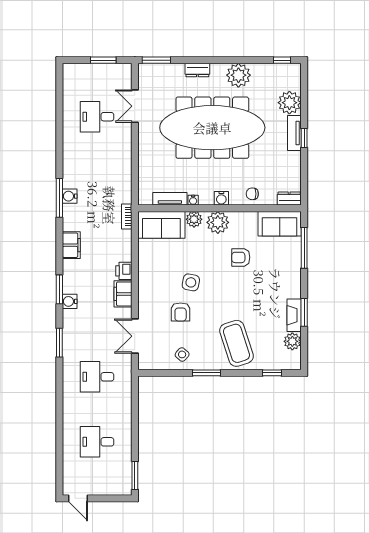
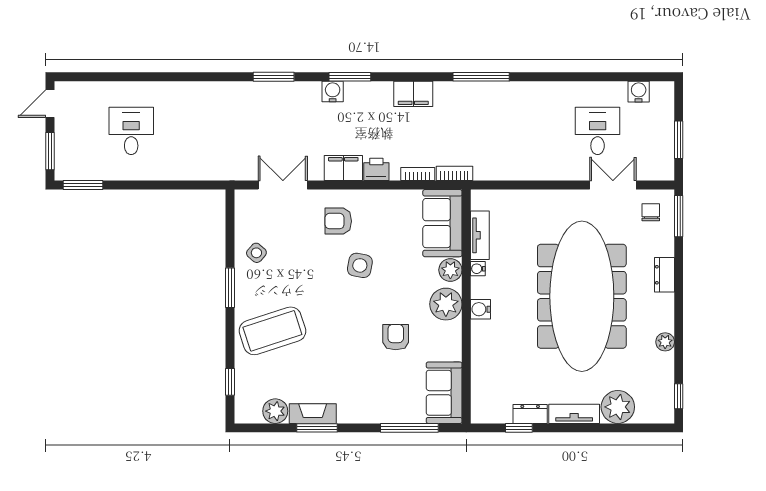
plant: (238, 75) -> (665, 342), width x0.53, depth x0.53
window: (304, 138) -> (519, 428), moved
chair: (252, 194) -> (651, 212), moved
water cooler: (70, 196) -> (639, 92), moved
dresser: (289, 199) -> (530, 414), moved, turned -90
bookcase: (127, 242) -> (418, 174), added
armchair: (181, 312) -> (338, 221), moved
desk: (97, 377) -> (224, 131), removed
window: (111, 498) -> (50, 151), added

